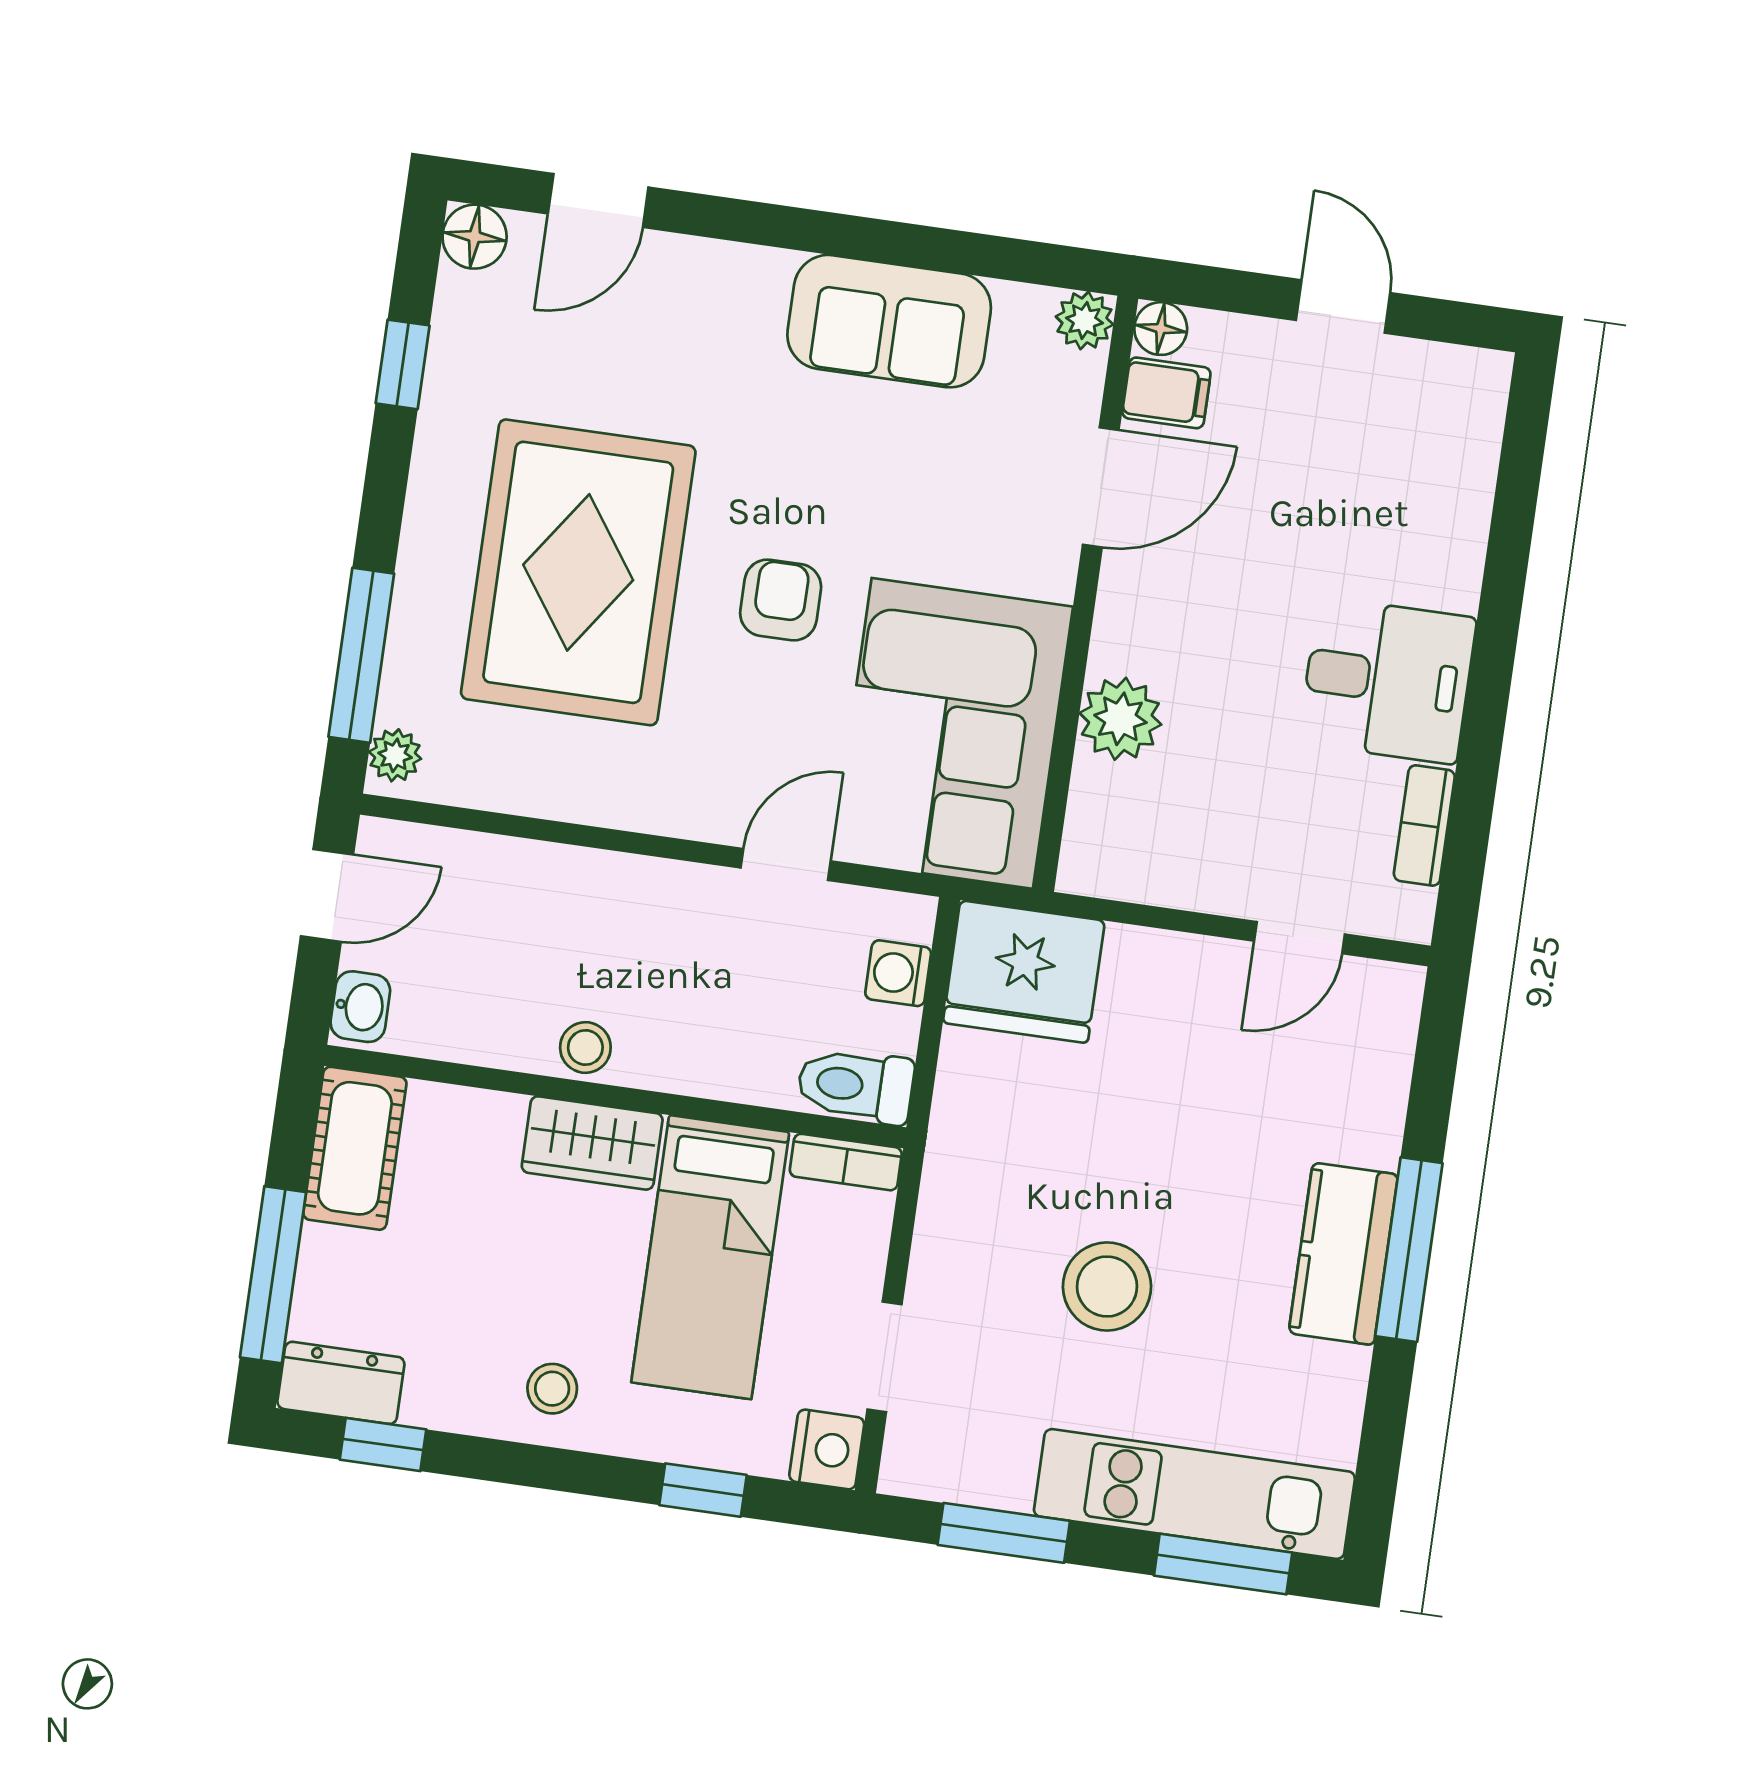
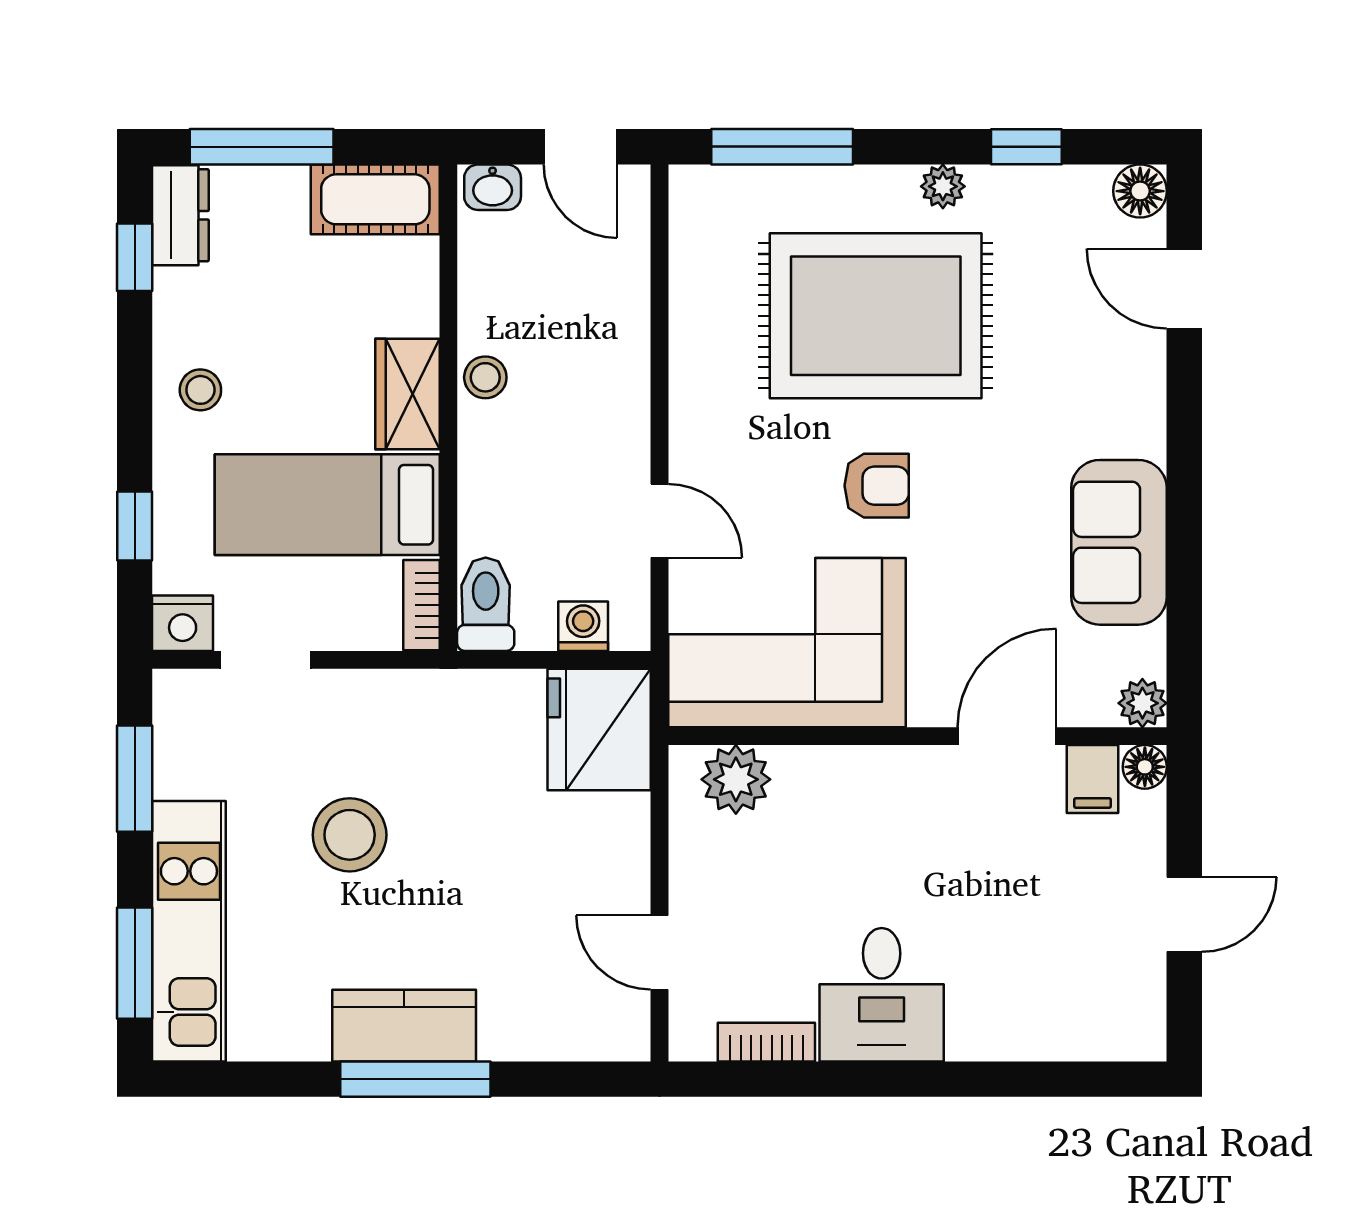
door: (1101, 487) -> (1007, 736), swing flipped
plant: (1120, 719) -> (736, 779), moved
plant: (395, 755) -> (943, 186), moved

